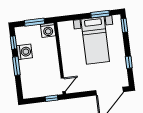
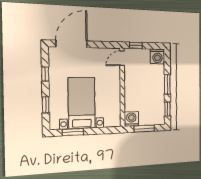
window: (124, 25) -> (46, 105), moved
washing machine: (24, 52) -> (158, 56), moved, turned -90

